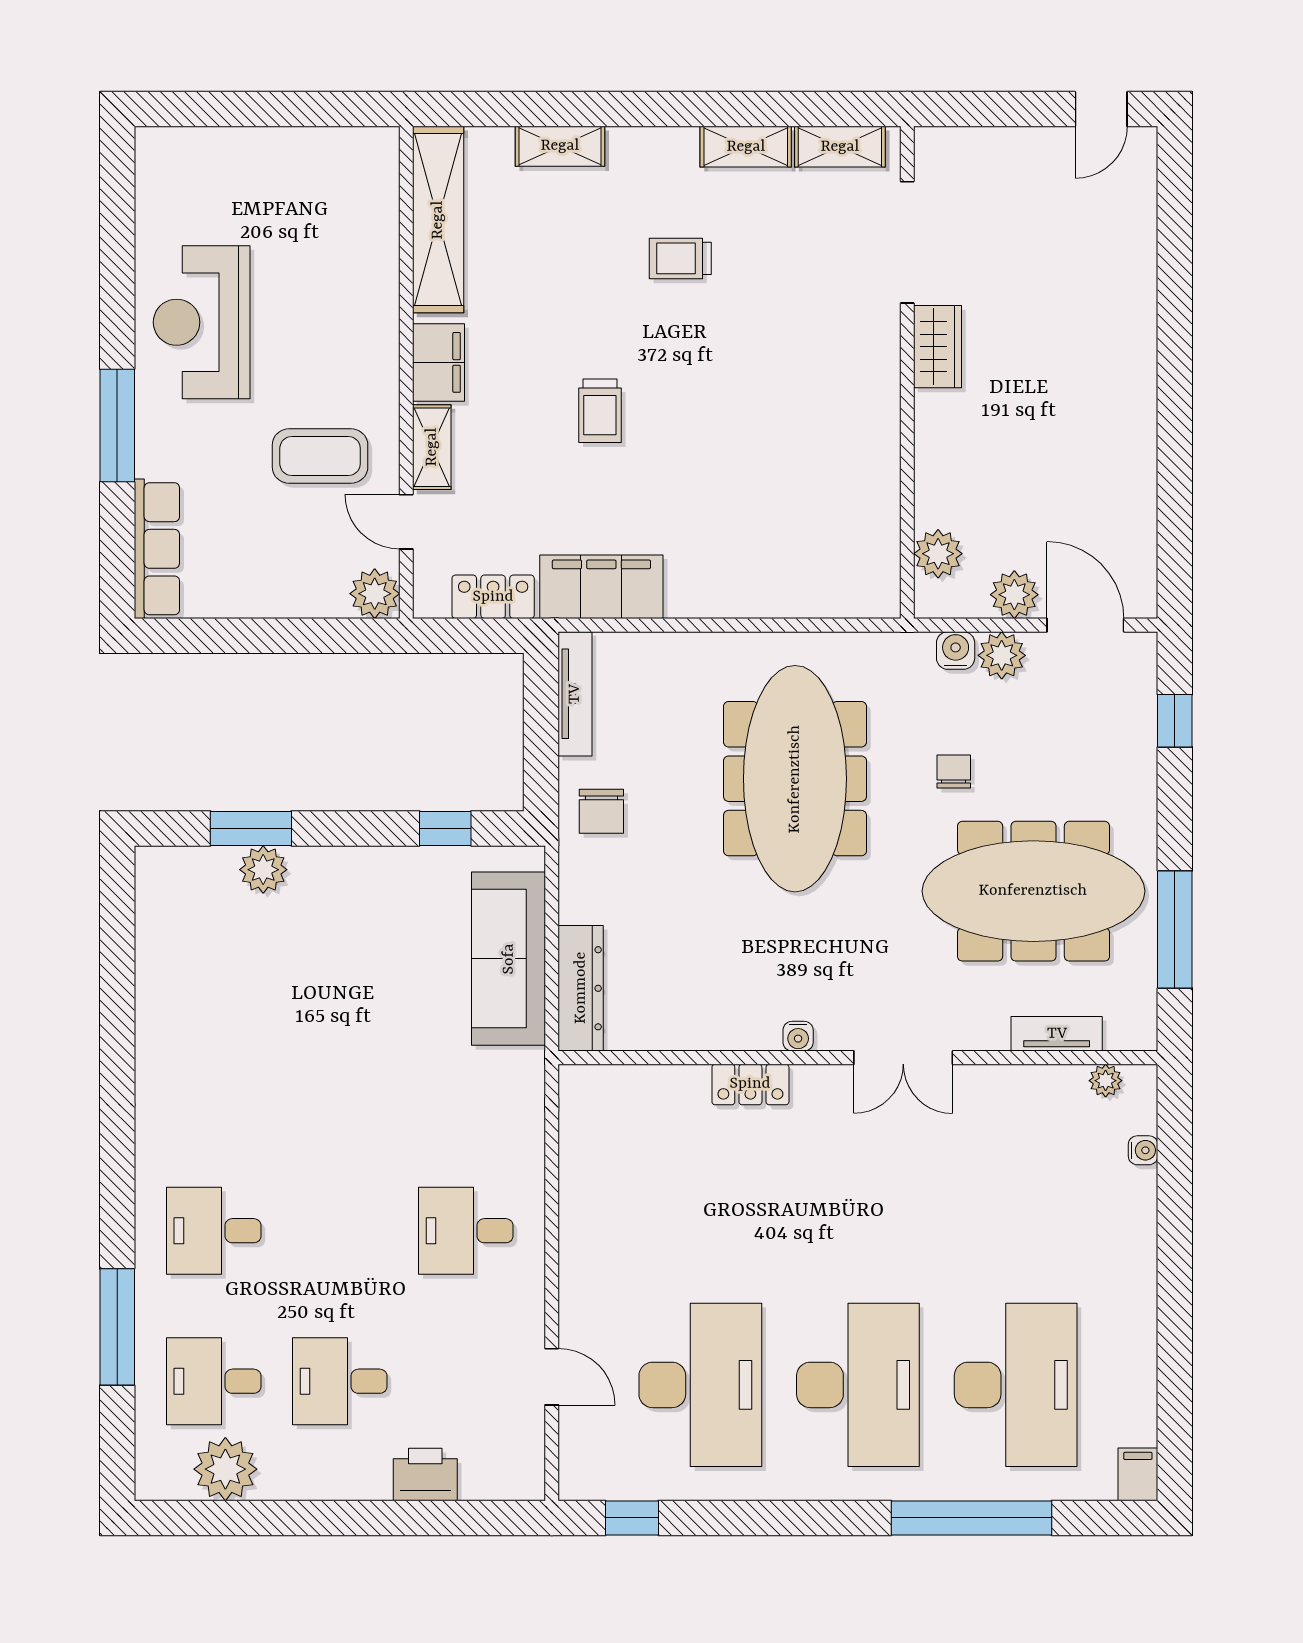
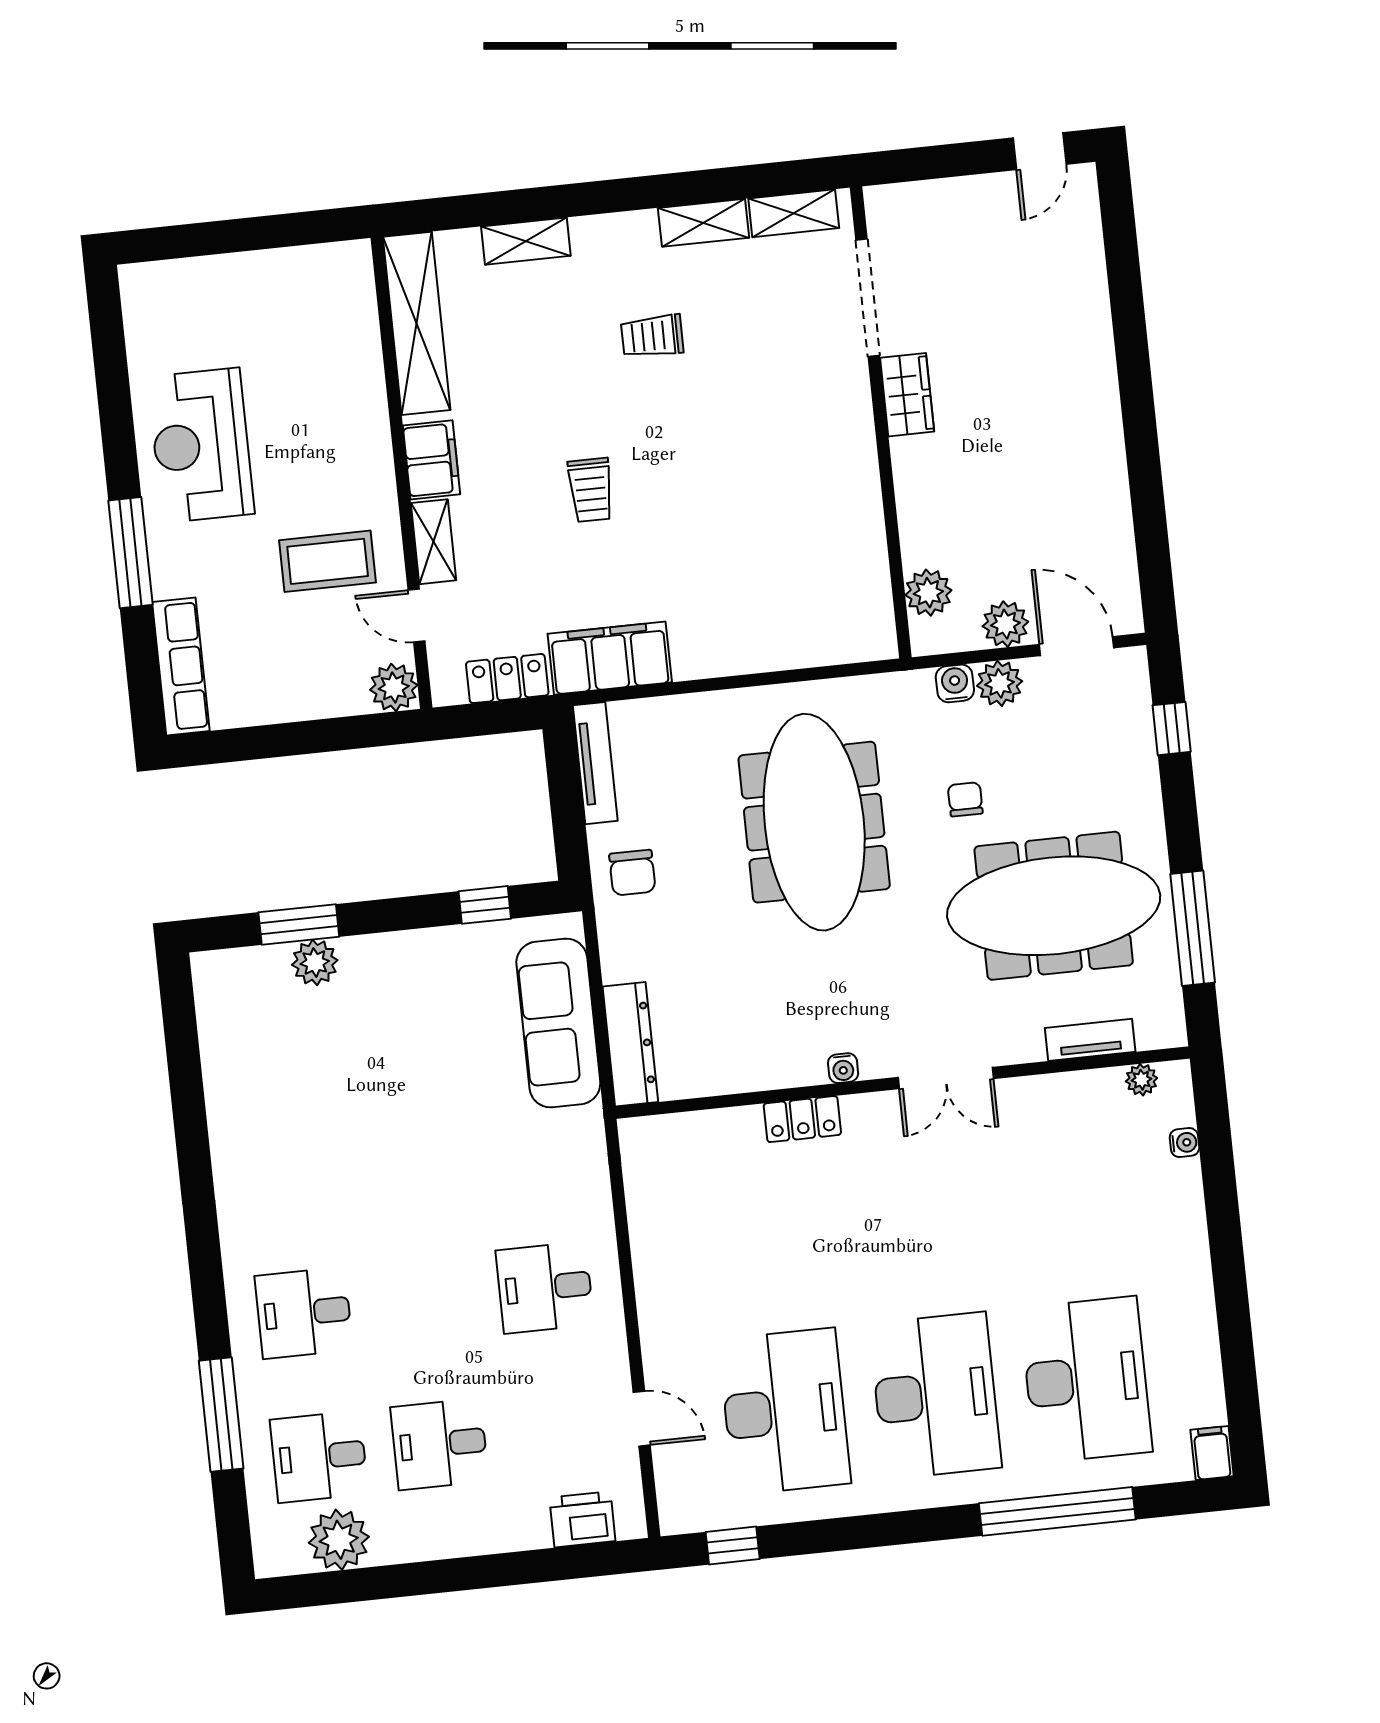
printer: (425, 1474) -> (582, 1519), moved

